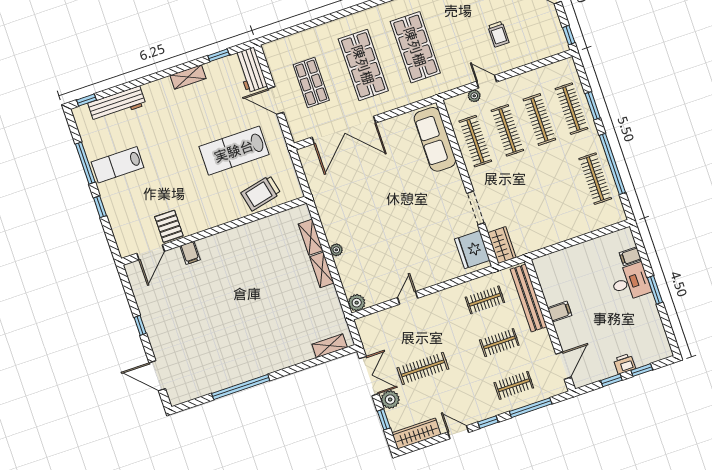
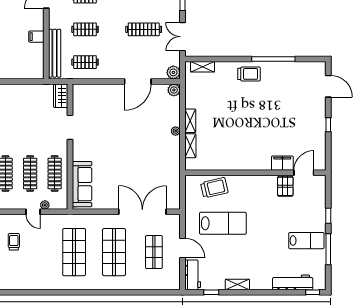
fridge: (472, 250) -> (82, 100), removed
filing cabinet: (190, 253) -> (282, 163), width x2.00
door: (408, 298) -> (138, 81), width x1.88
trolley: (266, 357) -> (249, 74), added
plant: (390, 399) -> (173, 72), moved

